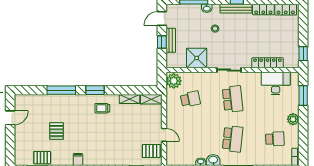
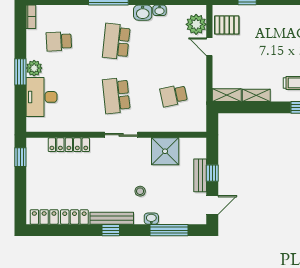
plant: (174, 81) -> (196, 24), moved
desk: (276, 84) -> (41, 97), moved, turned 90
window: (303, 96) -> (20, 72), moved

